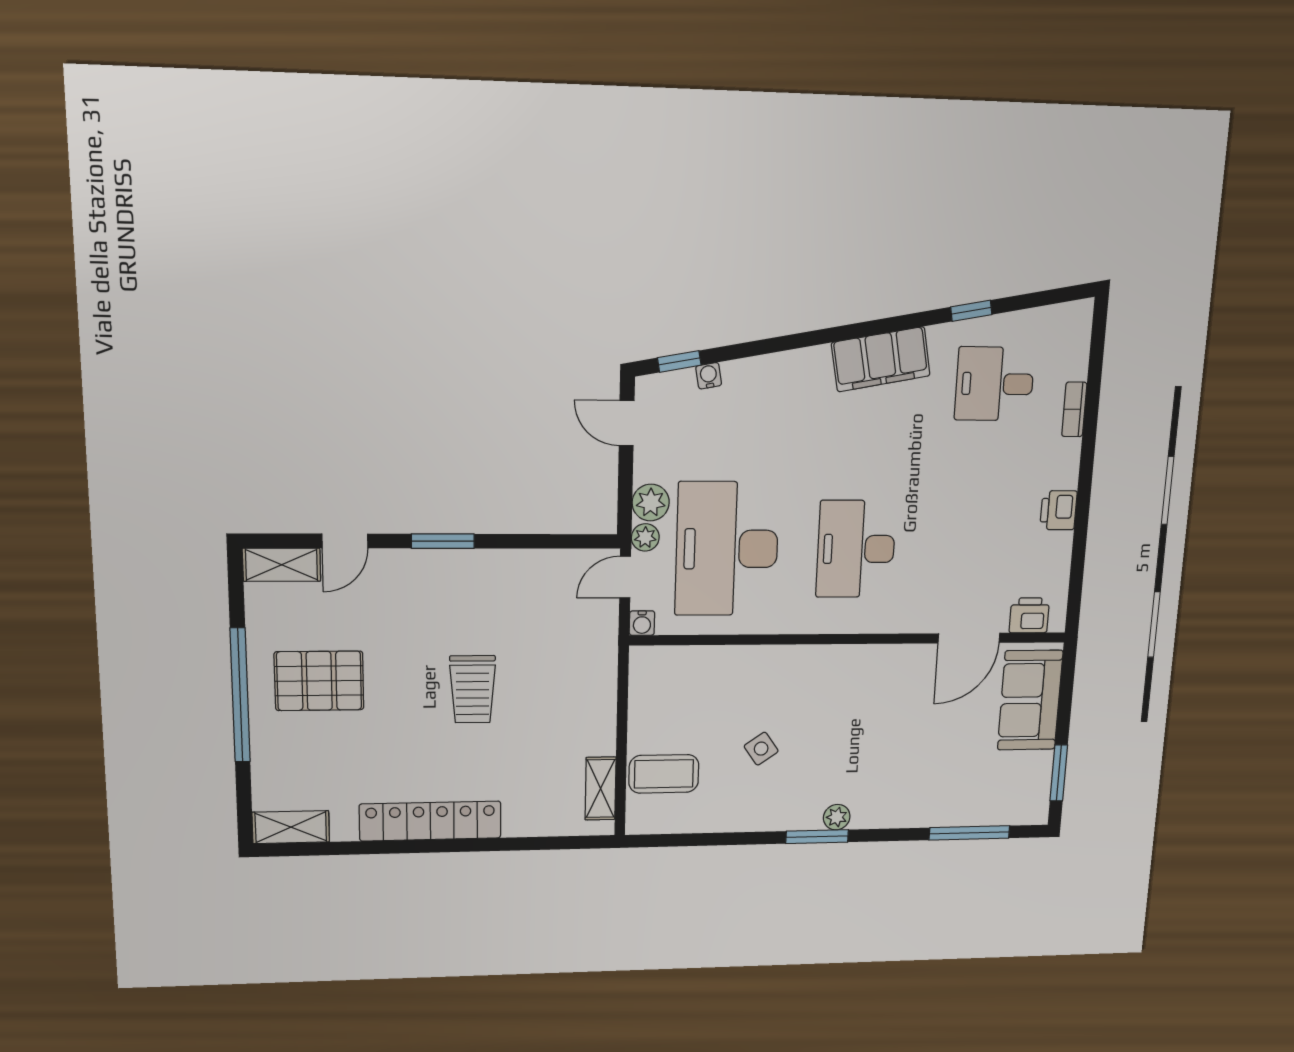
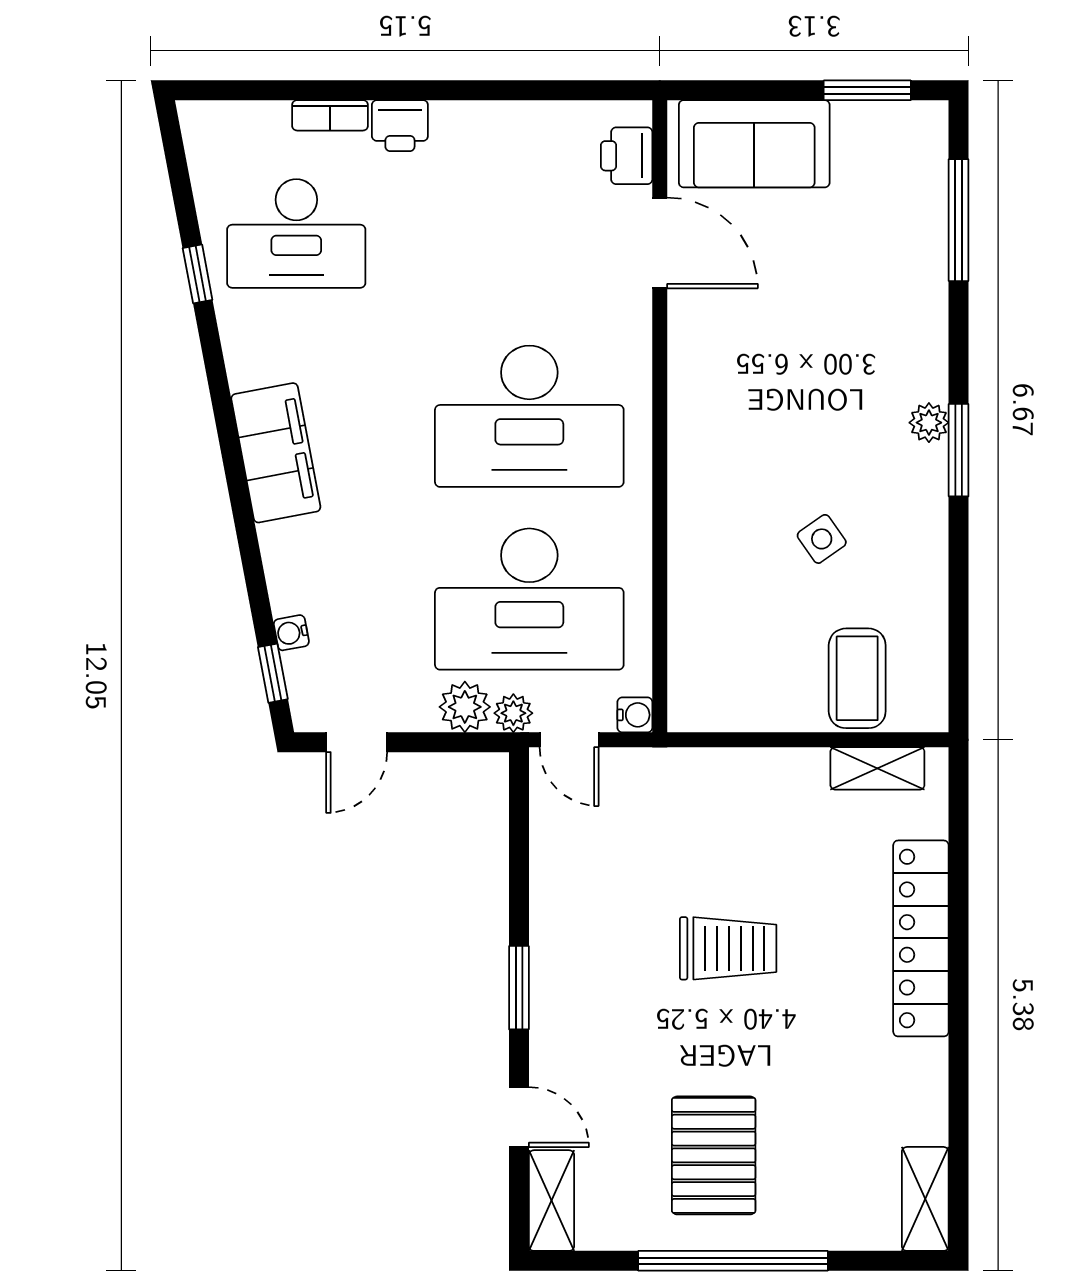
filing cabinet: (881, 359) -> (276, 453), moved
desk: (995, 384) -> (296, 233), width x1.37
printer: (1058, 510) -> (400, 126), moved
desk: (856, 549) -> (529, 416), width x1.36, depth x1.30
locker: (430, 821) -> (921, 938), moved

